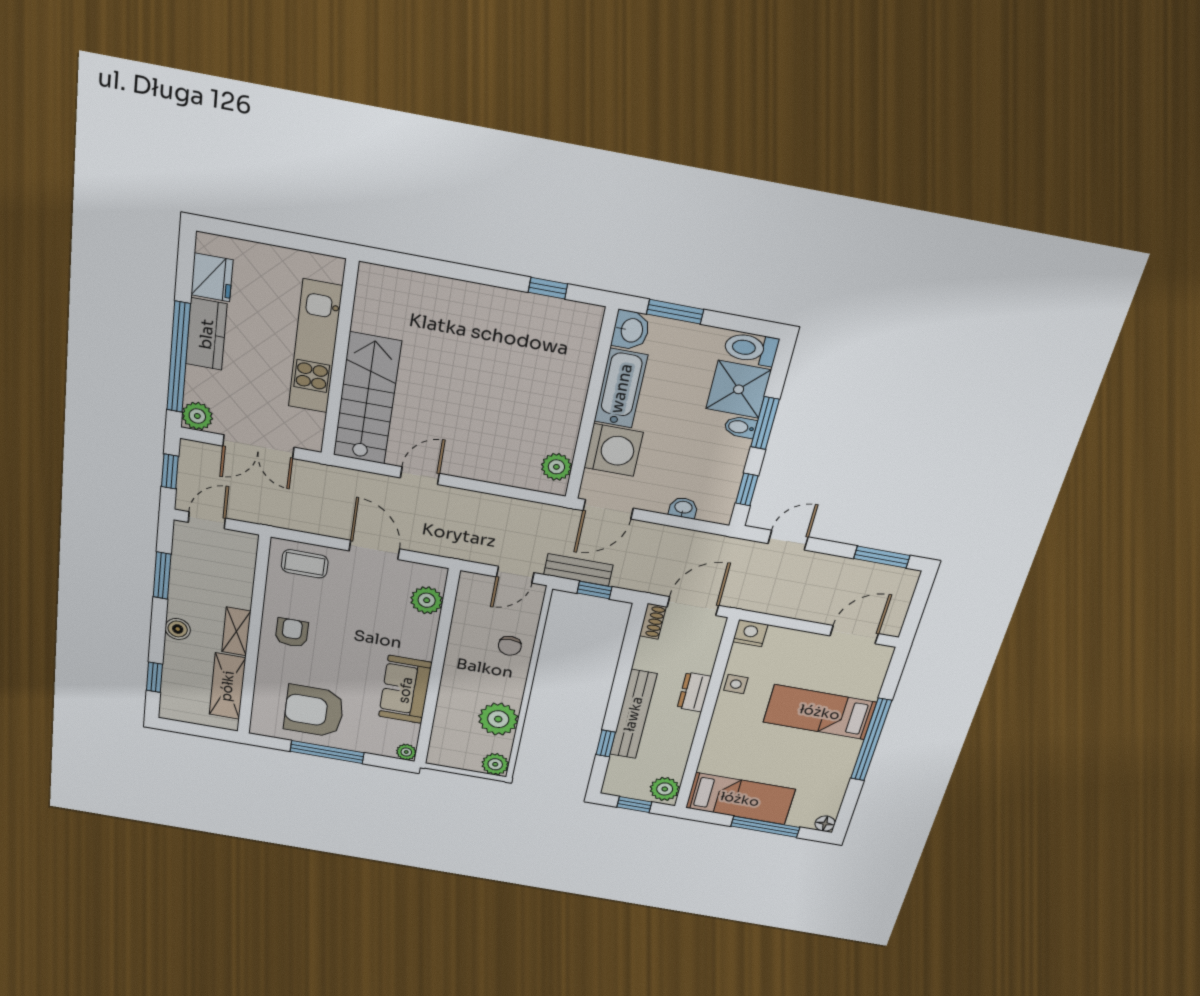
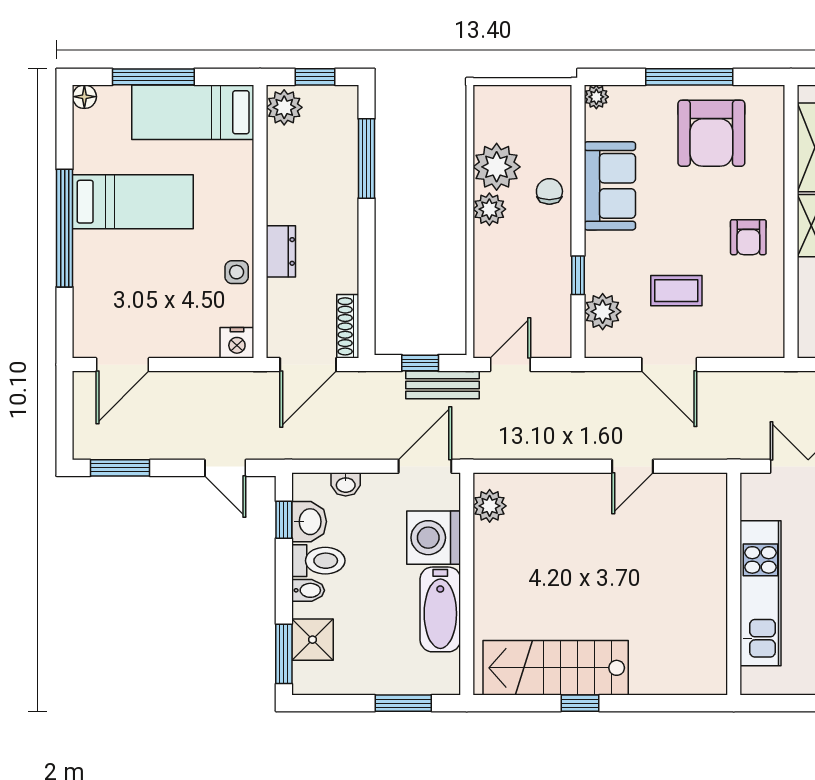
window: (548, 288) -> (580, 703), moved
washbasin: (631, 330) -> (309, 522), moved, turned 180
toilet: (751, 349) -> (318, 561), moved
shower: (739, 389) -> (313, 640), width x0.73, depth x0.73
stairs: (367, 399) -> (556, 668), moved, turned 90
window: (765, 423) -> (284, 654), moved
door: (788, 540) -> (225, 468), hinge flipped
coffee table: (305, 564) -> (676, 291), moved
shoe rack: (653, 621) -> (348, 326), width x1.43
window: (443, 631) -> (578, 275), added
chair: (510, 646) -> (549, 191), moved
armchair: (314, 711) -> (711, 133), turned 90
bed: (820, 712) -> (133, 202), moved
bench: (633, 714) -> (343, 206), removed
window: (606, 743) -> (367, 158), width x2.17
plant: (495, 764) -> (489, 209), moved

